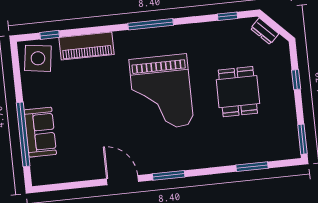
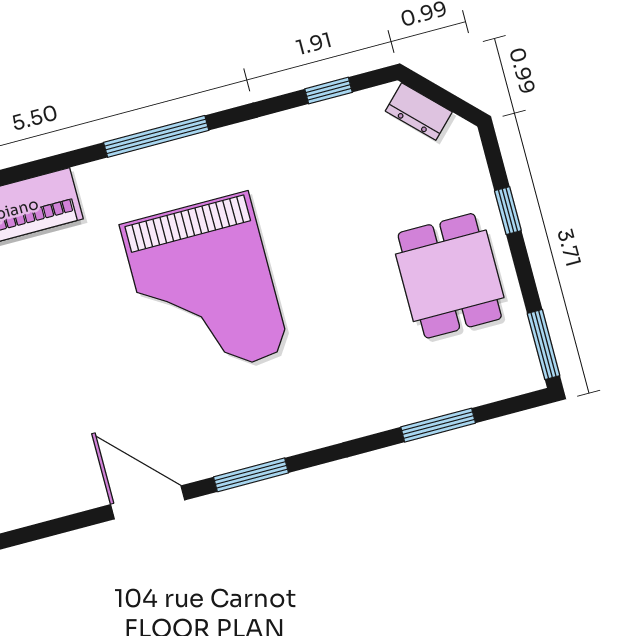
dining table: (238, 92) -> (450, 276), moved

